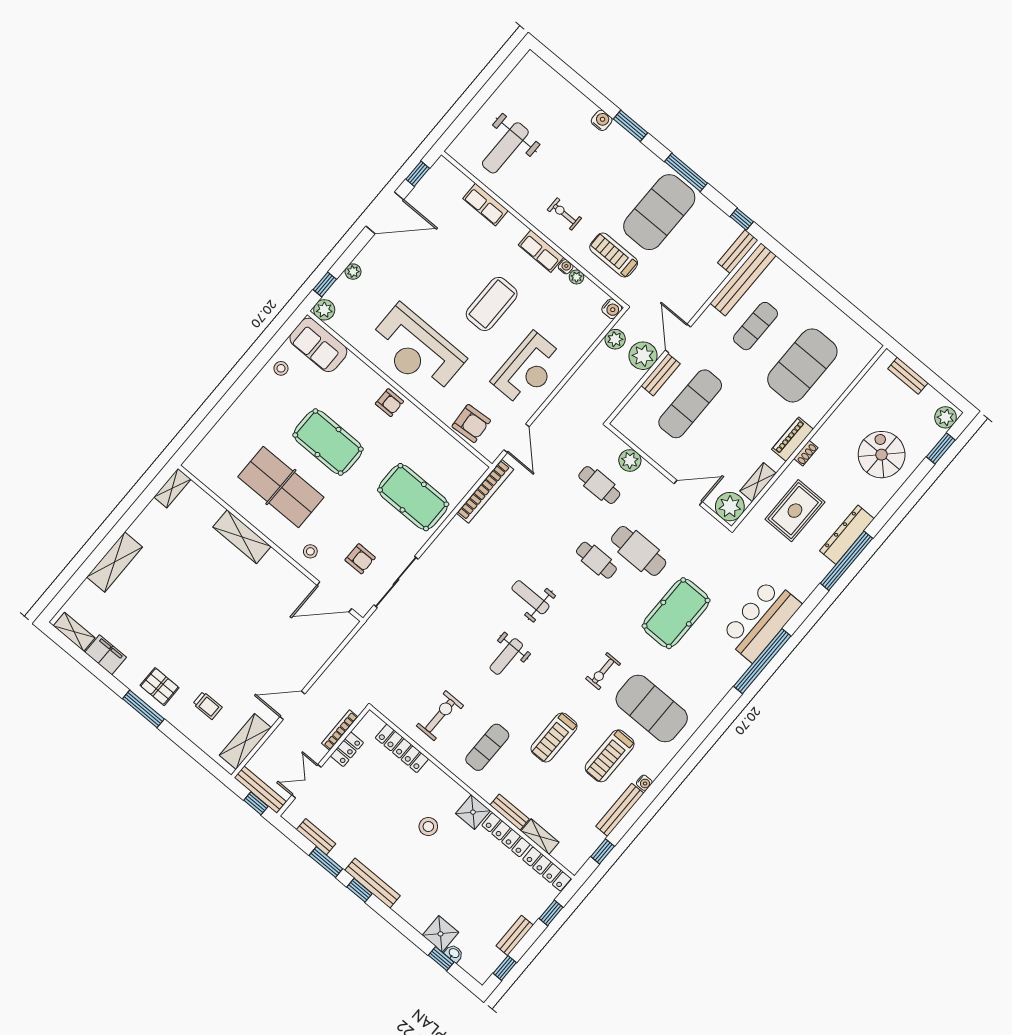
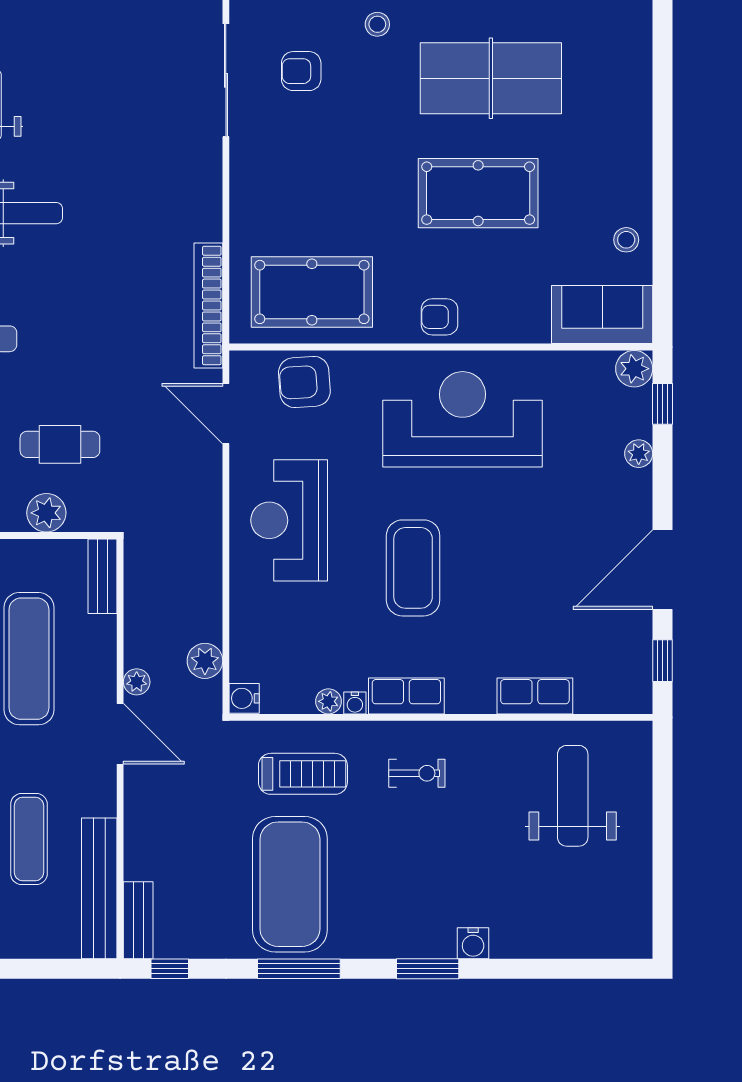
plant: (643, 356) -> (137, 682), width x0.53, depth x0.53
bench: (661, 375) -> (102, 576), moved
pool table: (413, 497) -> (312, 292), moved

